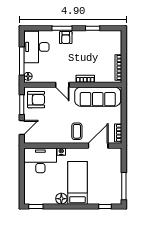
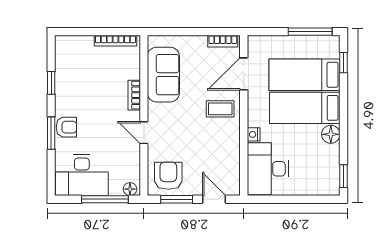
door: (62, 85) -> (144, 133), swing flipped
sofa: (98, 97) -> (163, 75), width x0.73
door: (98, 146) -> (244, 74), hinge flipped
bed: (98, 183) -> (305, 75), added

